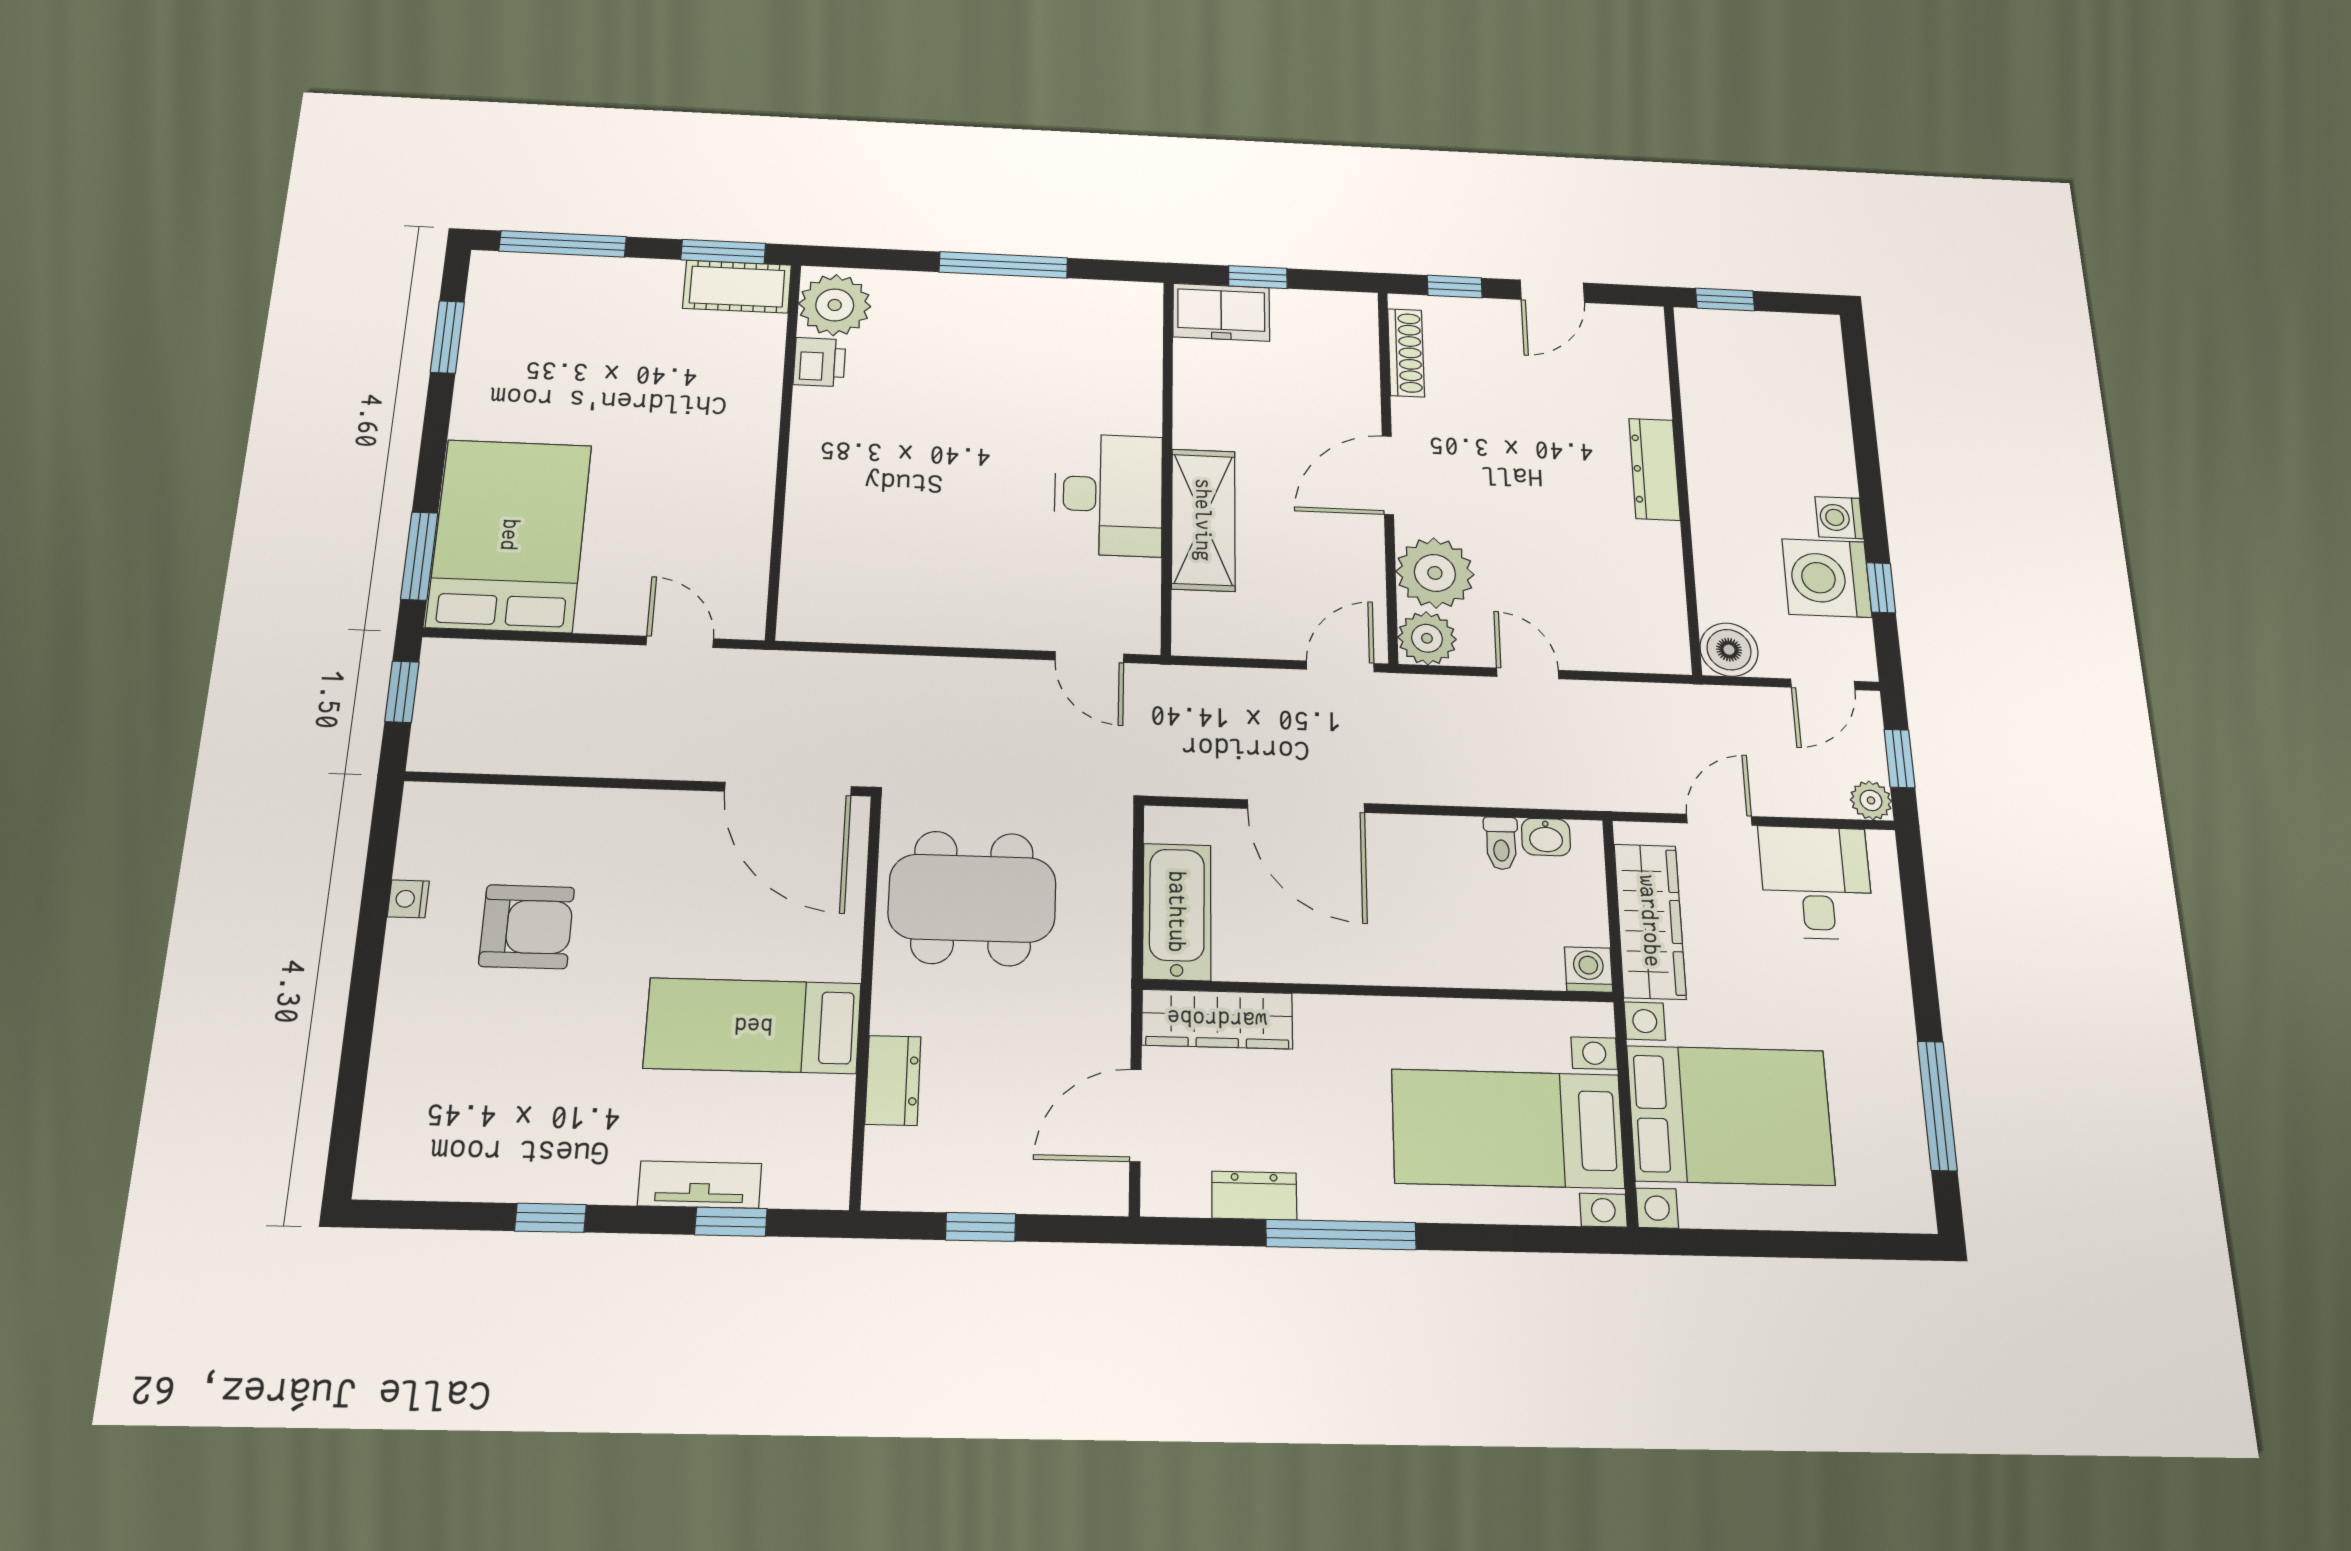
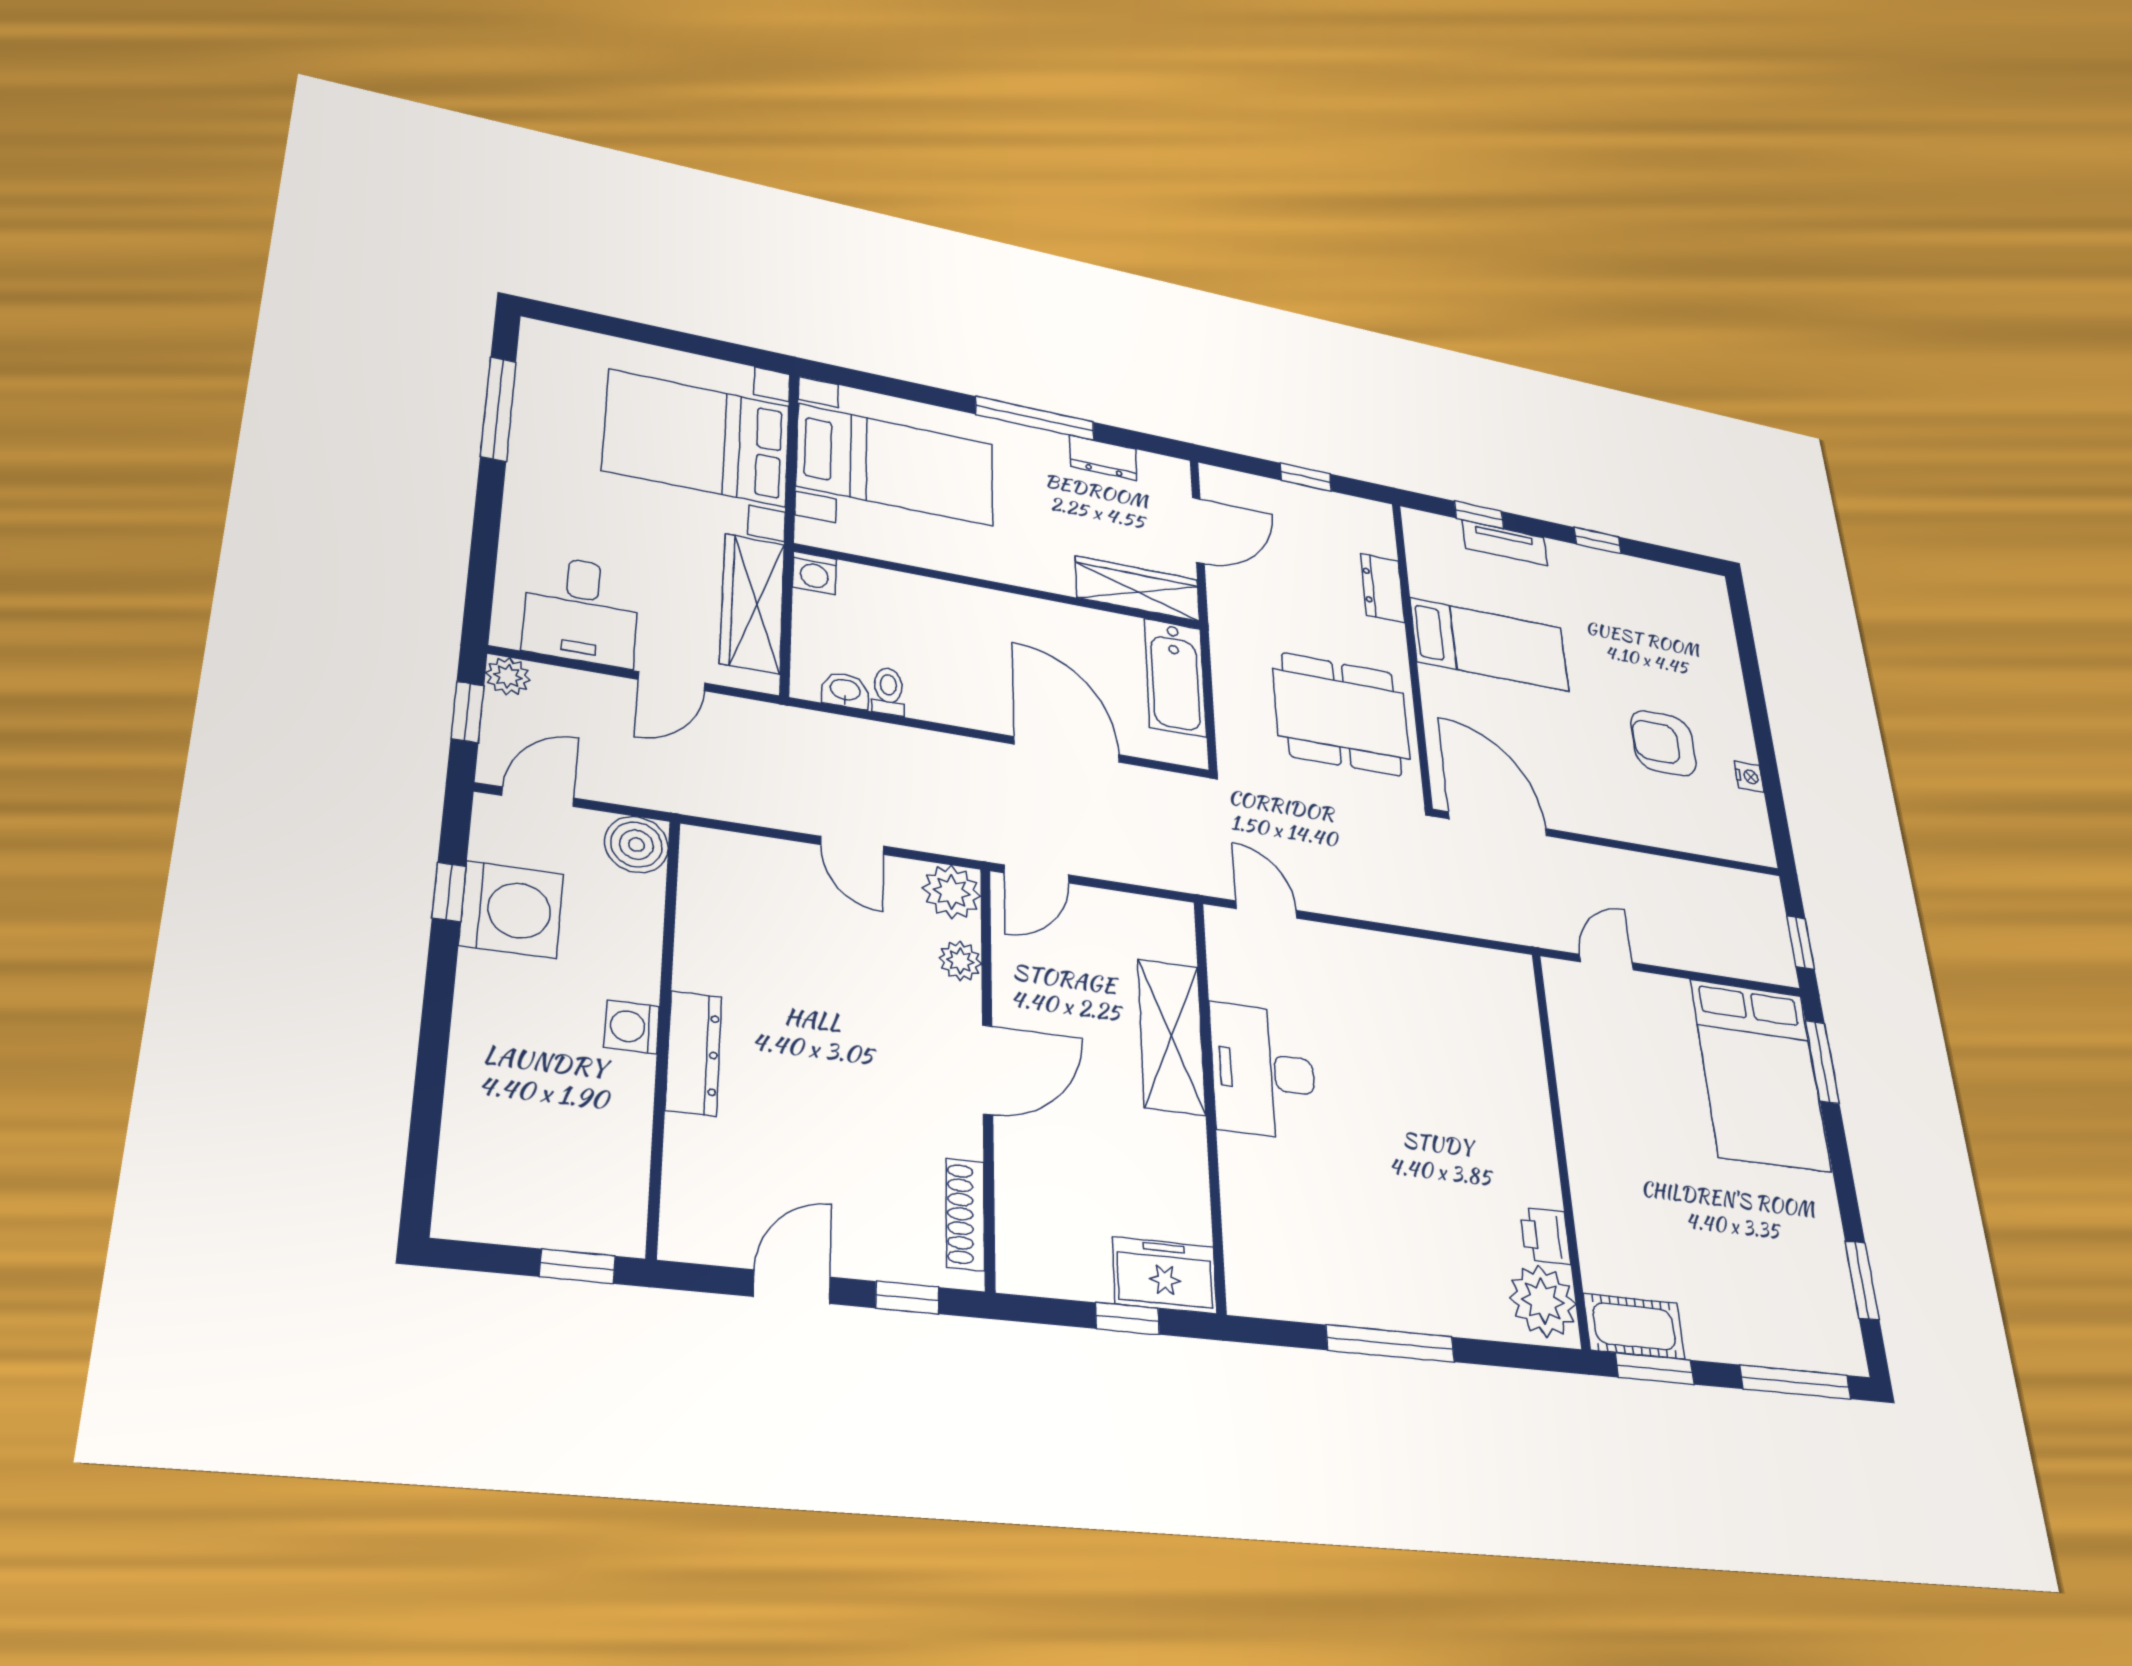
washing machine: (1839, 518) -> (632, 1027), moved, turned 180
plant: (1435, 573) -> (960, 961), width x0.53, depth x0.53
door: (680, 642) -> (1607, 962), swing flipped

